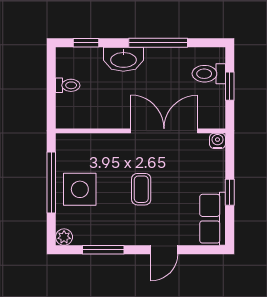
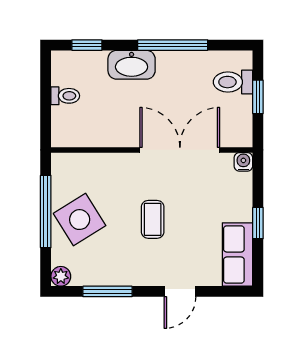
side table: (80, 189) -> (80, 220), turned -32

